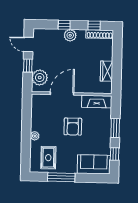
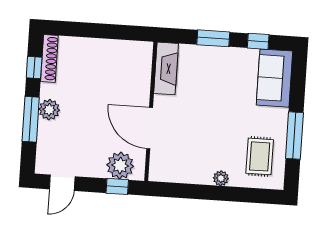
window: (64, 25) -> (31, 119), width x2.17
window: (28, 66) -> (117, 186), moved
wardrobe: (107, 71) -> (114, 49), removed
armchair: (73, 127) -> (208, 112), removed
rug: (48, 158) -> (260, 156), turned 90

